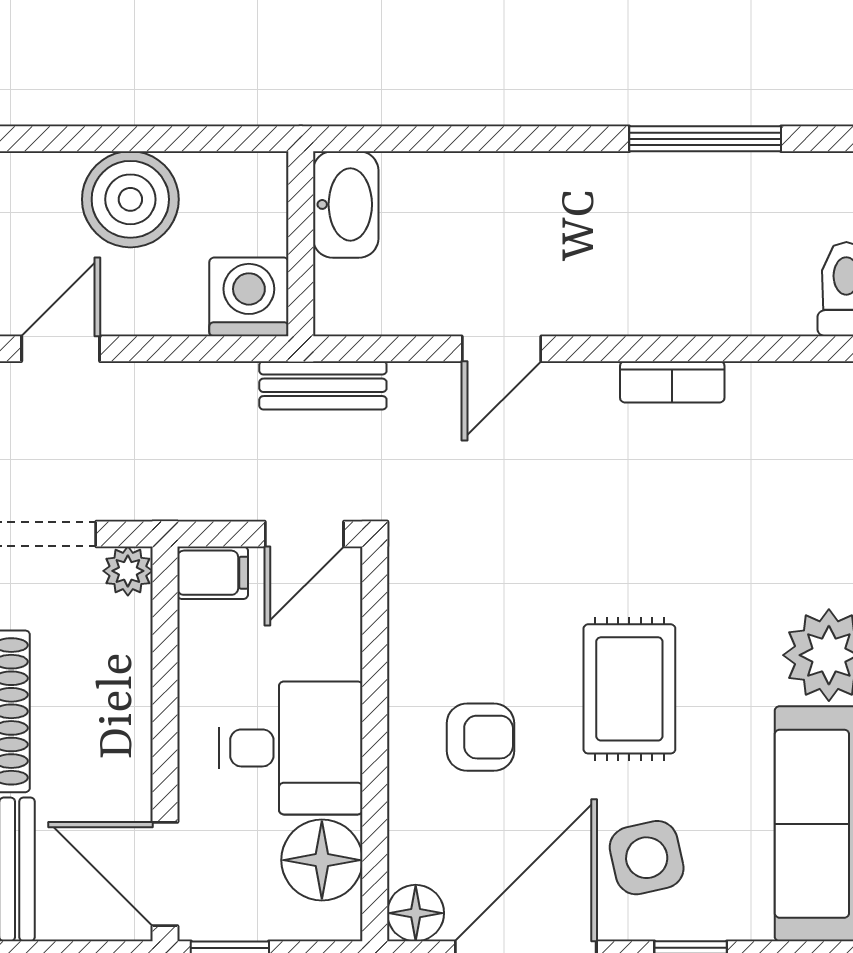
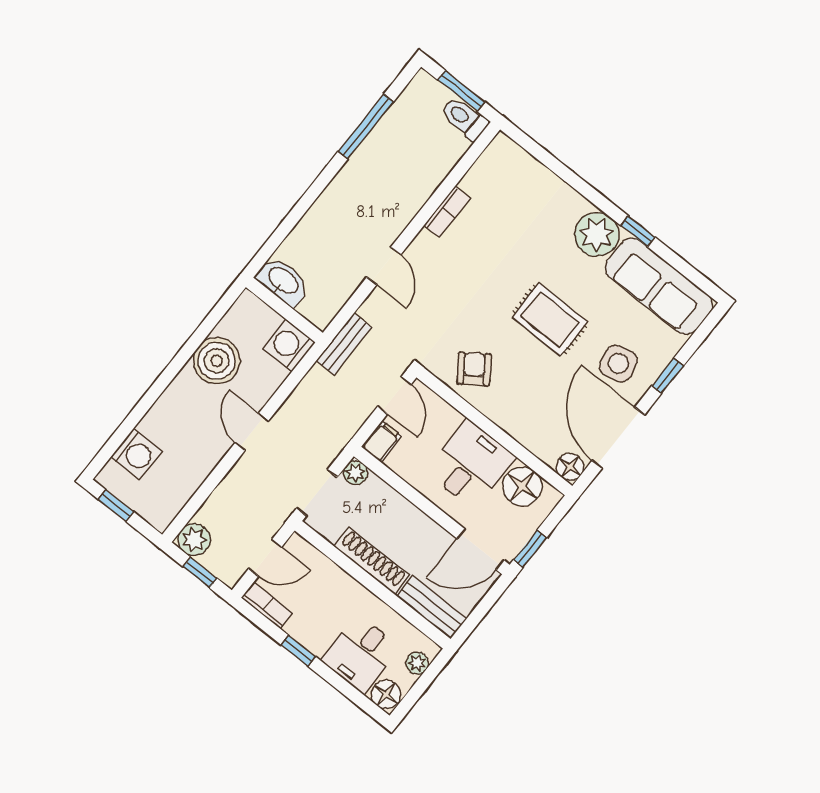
armchair: (480, 737) -> (474, 369), moved, turned -35

